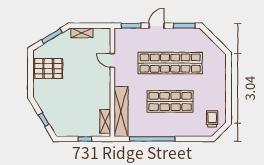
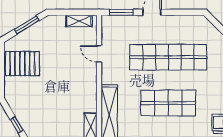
window: (184, 26) -> (185, 12), removed
shelving: (82, 33) -> (79, 21), moved

